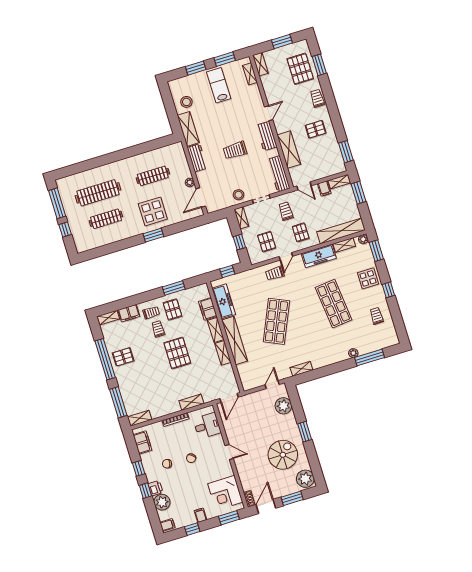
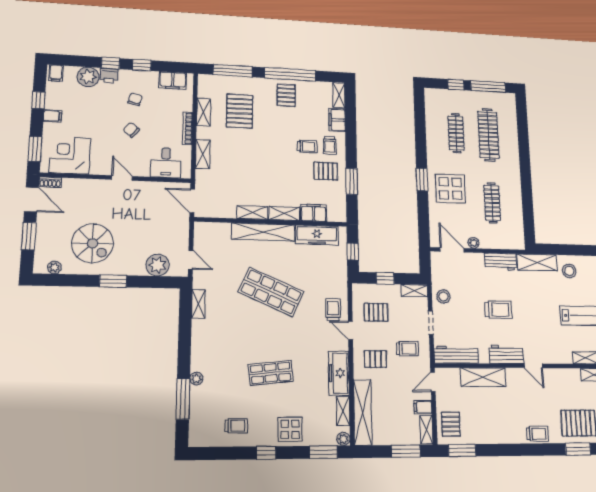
pallet: (316, 129) -> (451, 424), moved
trolley: (235, 150) -> (498, 310), turned 90
shop shelf: (334, 304) -> (271, 373), width x0.70, depth x0.74
pallet: (177, 353) -> (240, 111), moved, turned 90
shelving: (140, 418) -> (204, 112), moved
door: (229, 452) -> (122, 178), swing flipped
plant: (305, 479) -> (54, 267), width x0.53, depth x0.53

